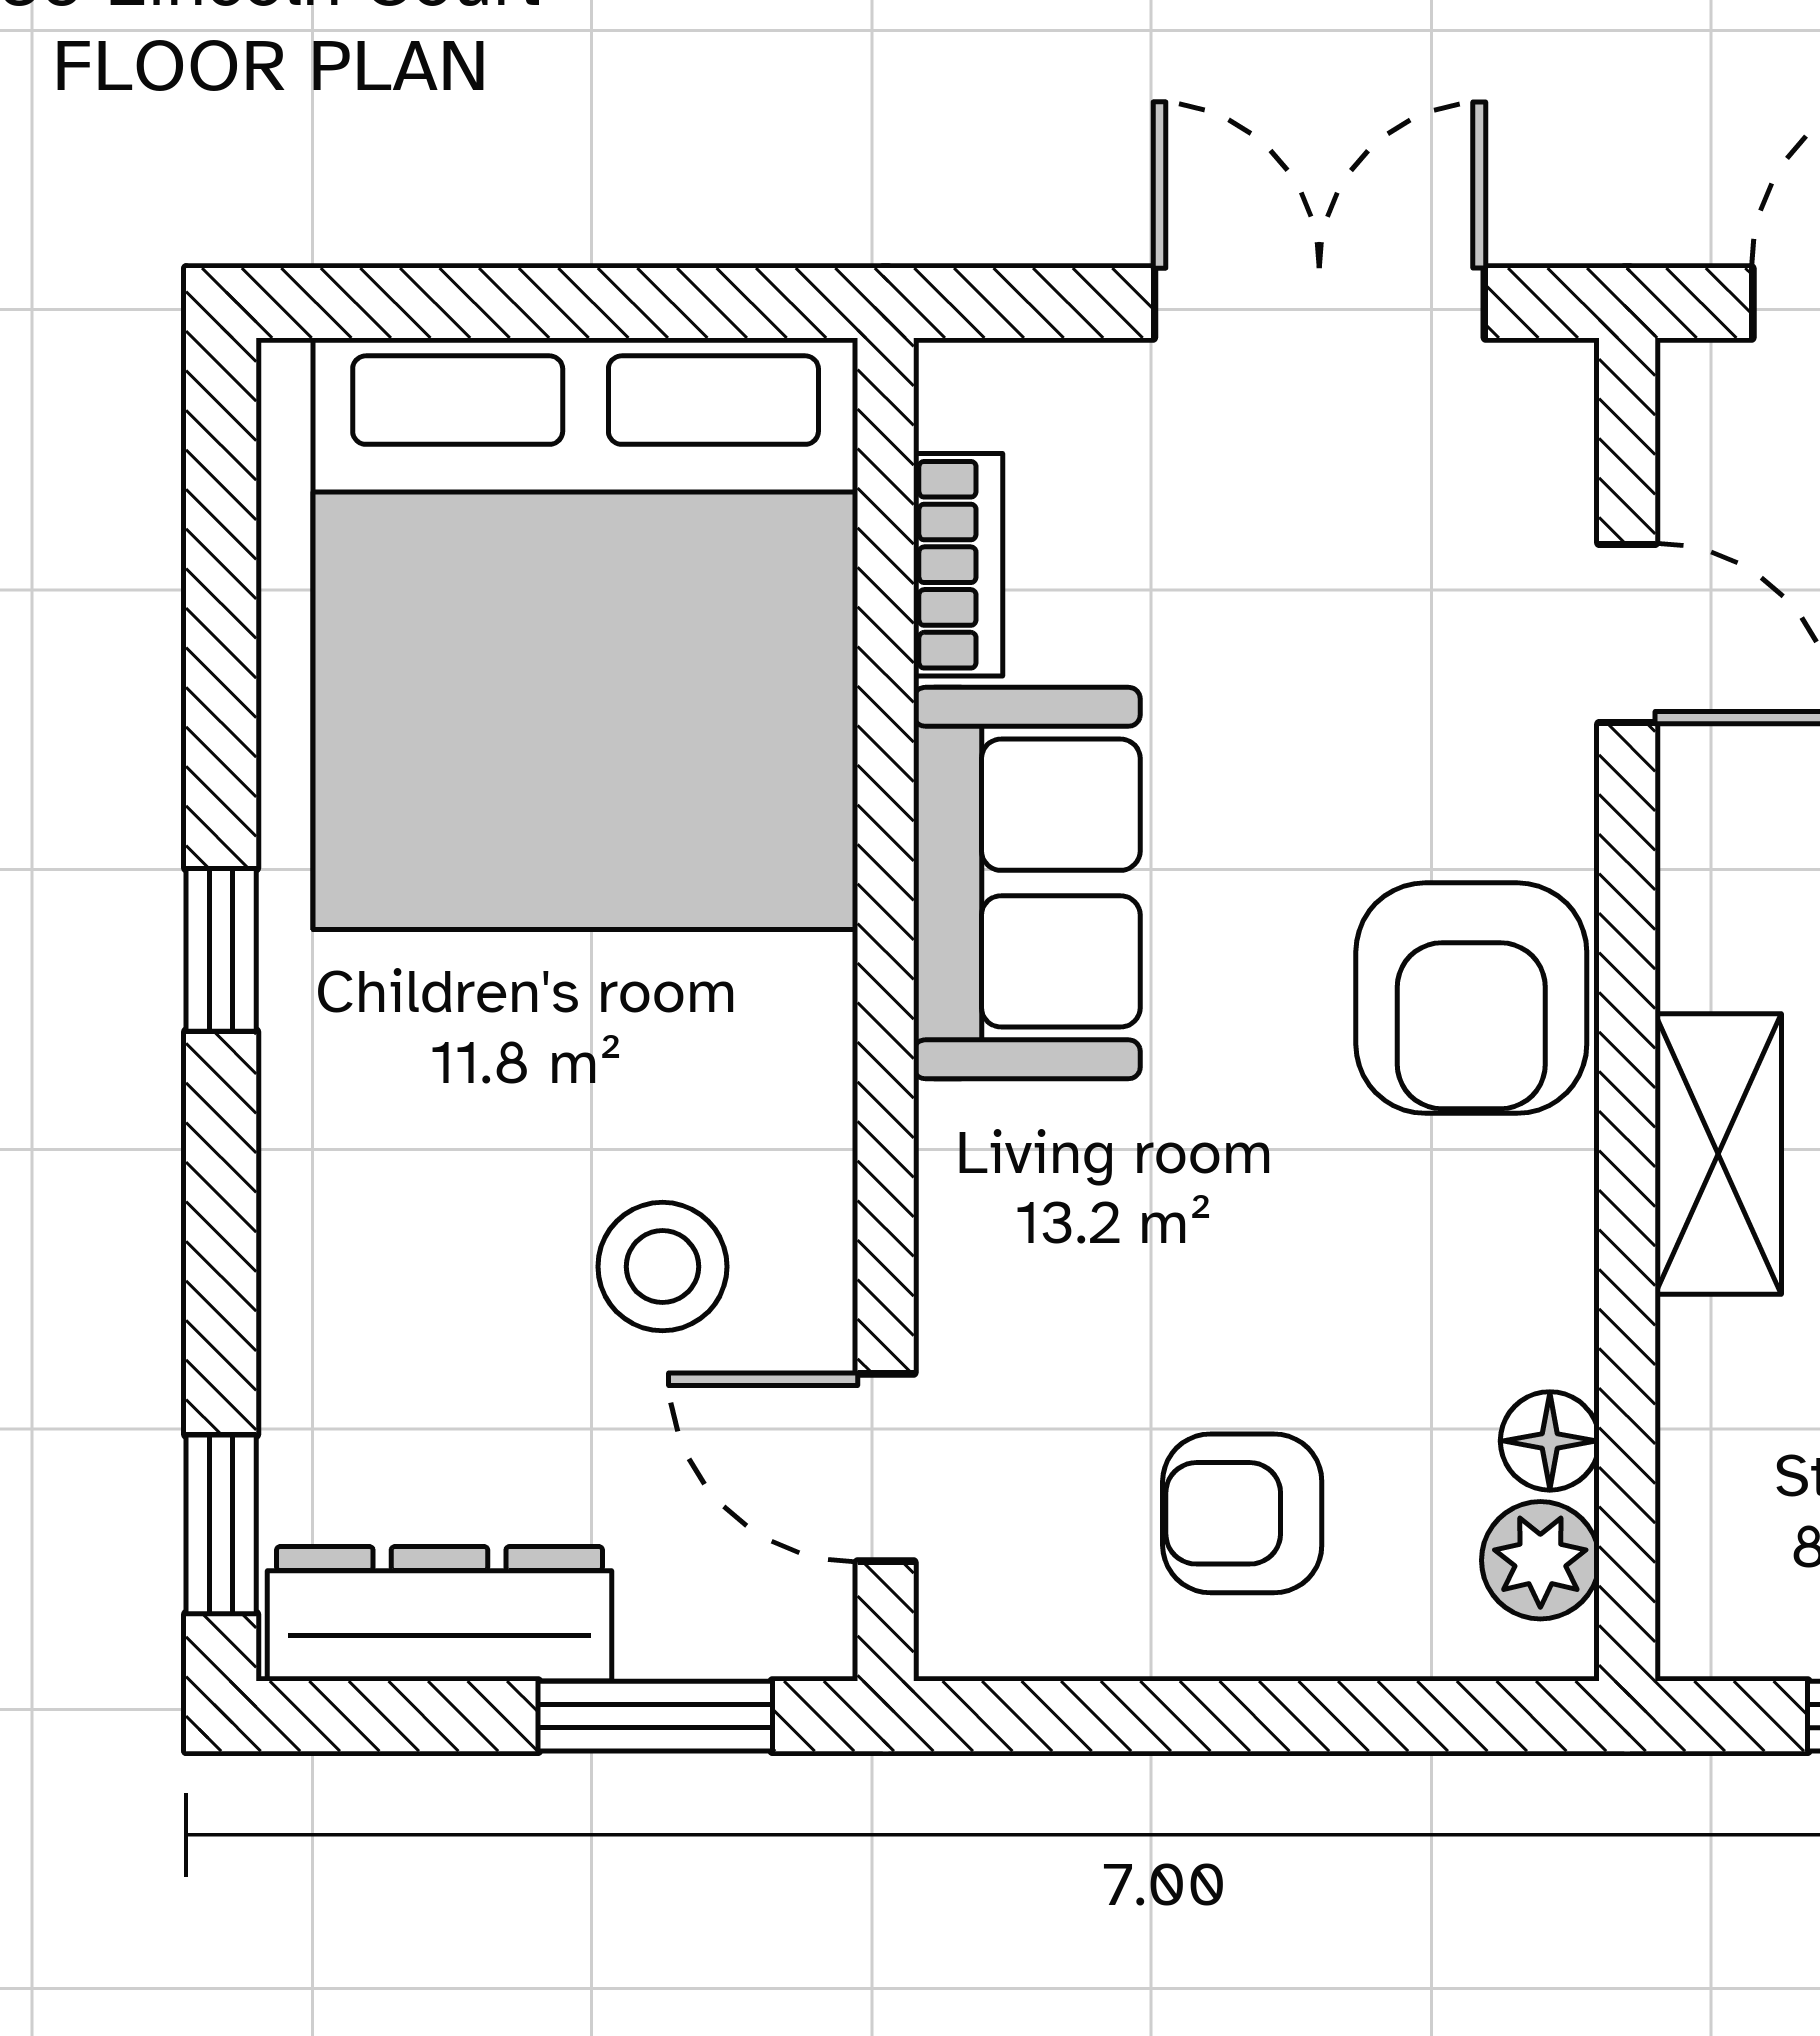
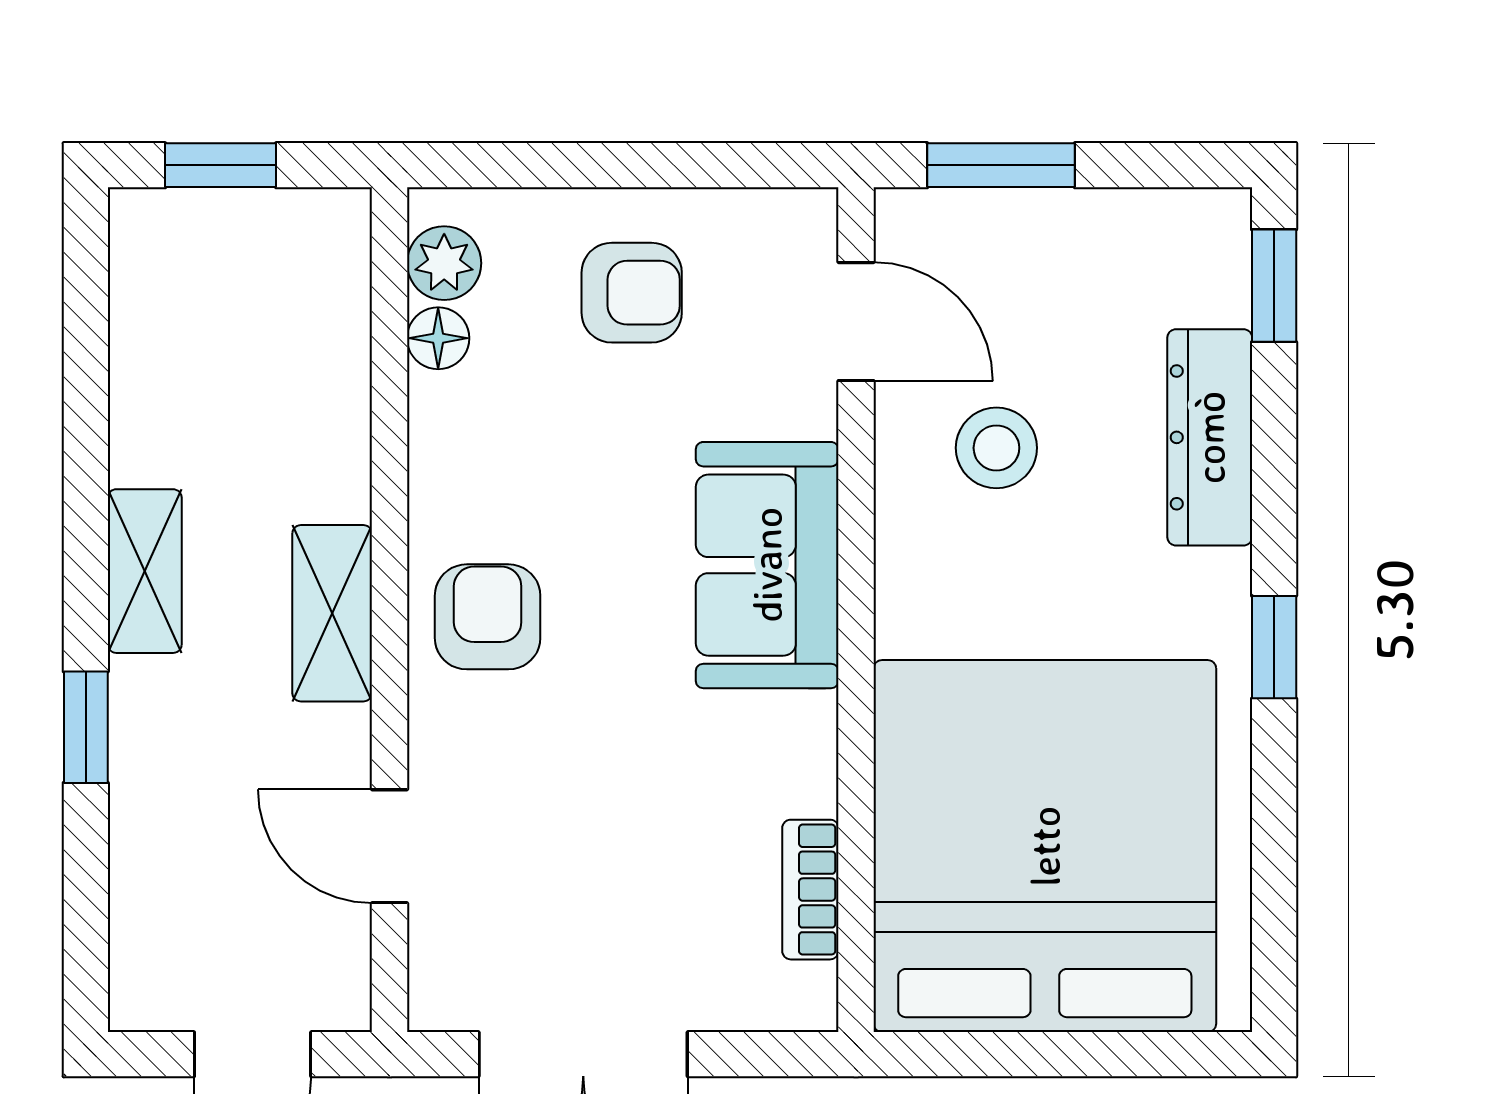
sofa: (1027, 883) -> (767, 565), moved
armchair: (1471, 998) -> (488, 617), width x0.72, depth x0.72
shelving: (1718, 1154) -> (332, 613), moved
dresser: (439, 1614) -> (1210, 437), moved, turned 90

